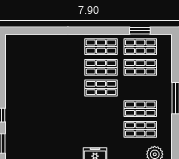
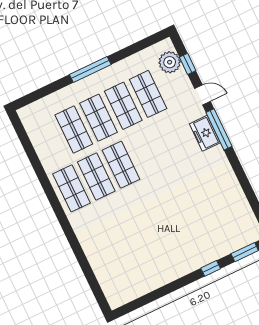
window: (140, 31) -> (30, 151), removed
shop shelf: (140, 47) -> (99, 118), moved

